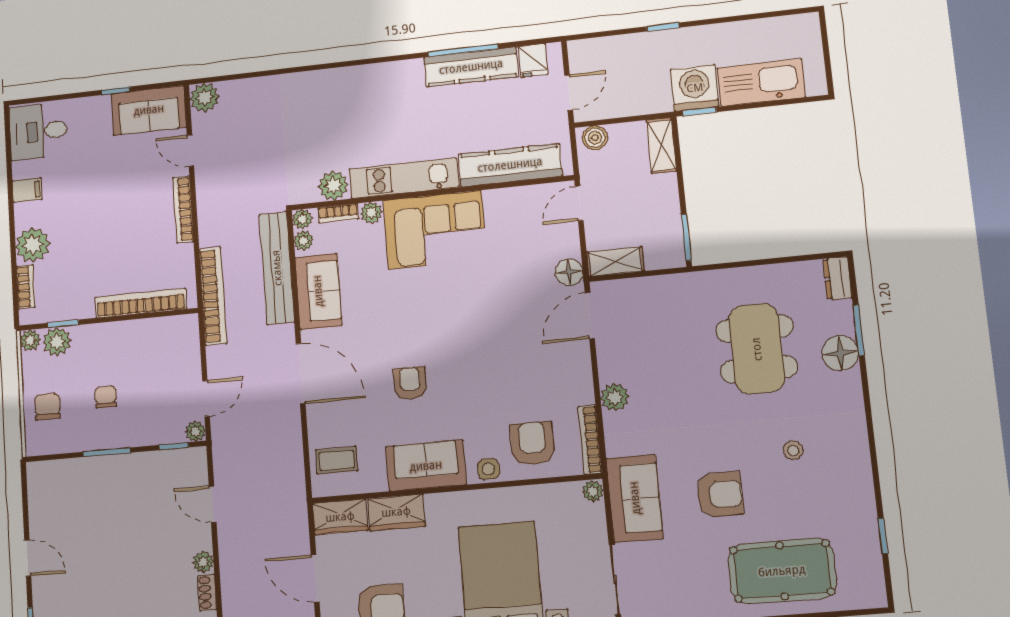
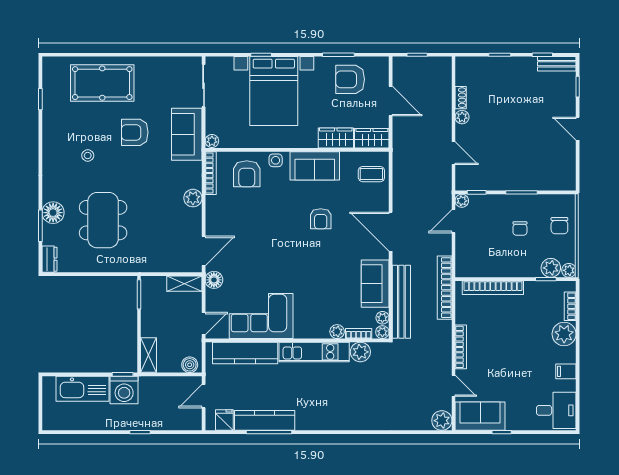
corner sofa: (435, 230) -> (261, 316), moved

